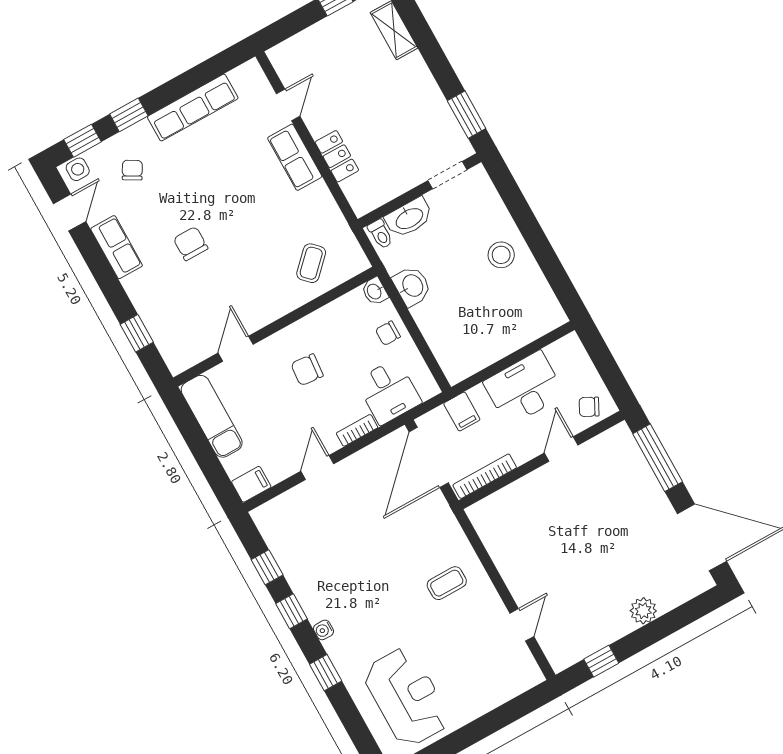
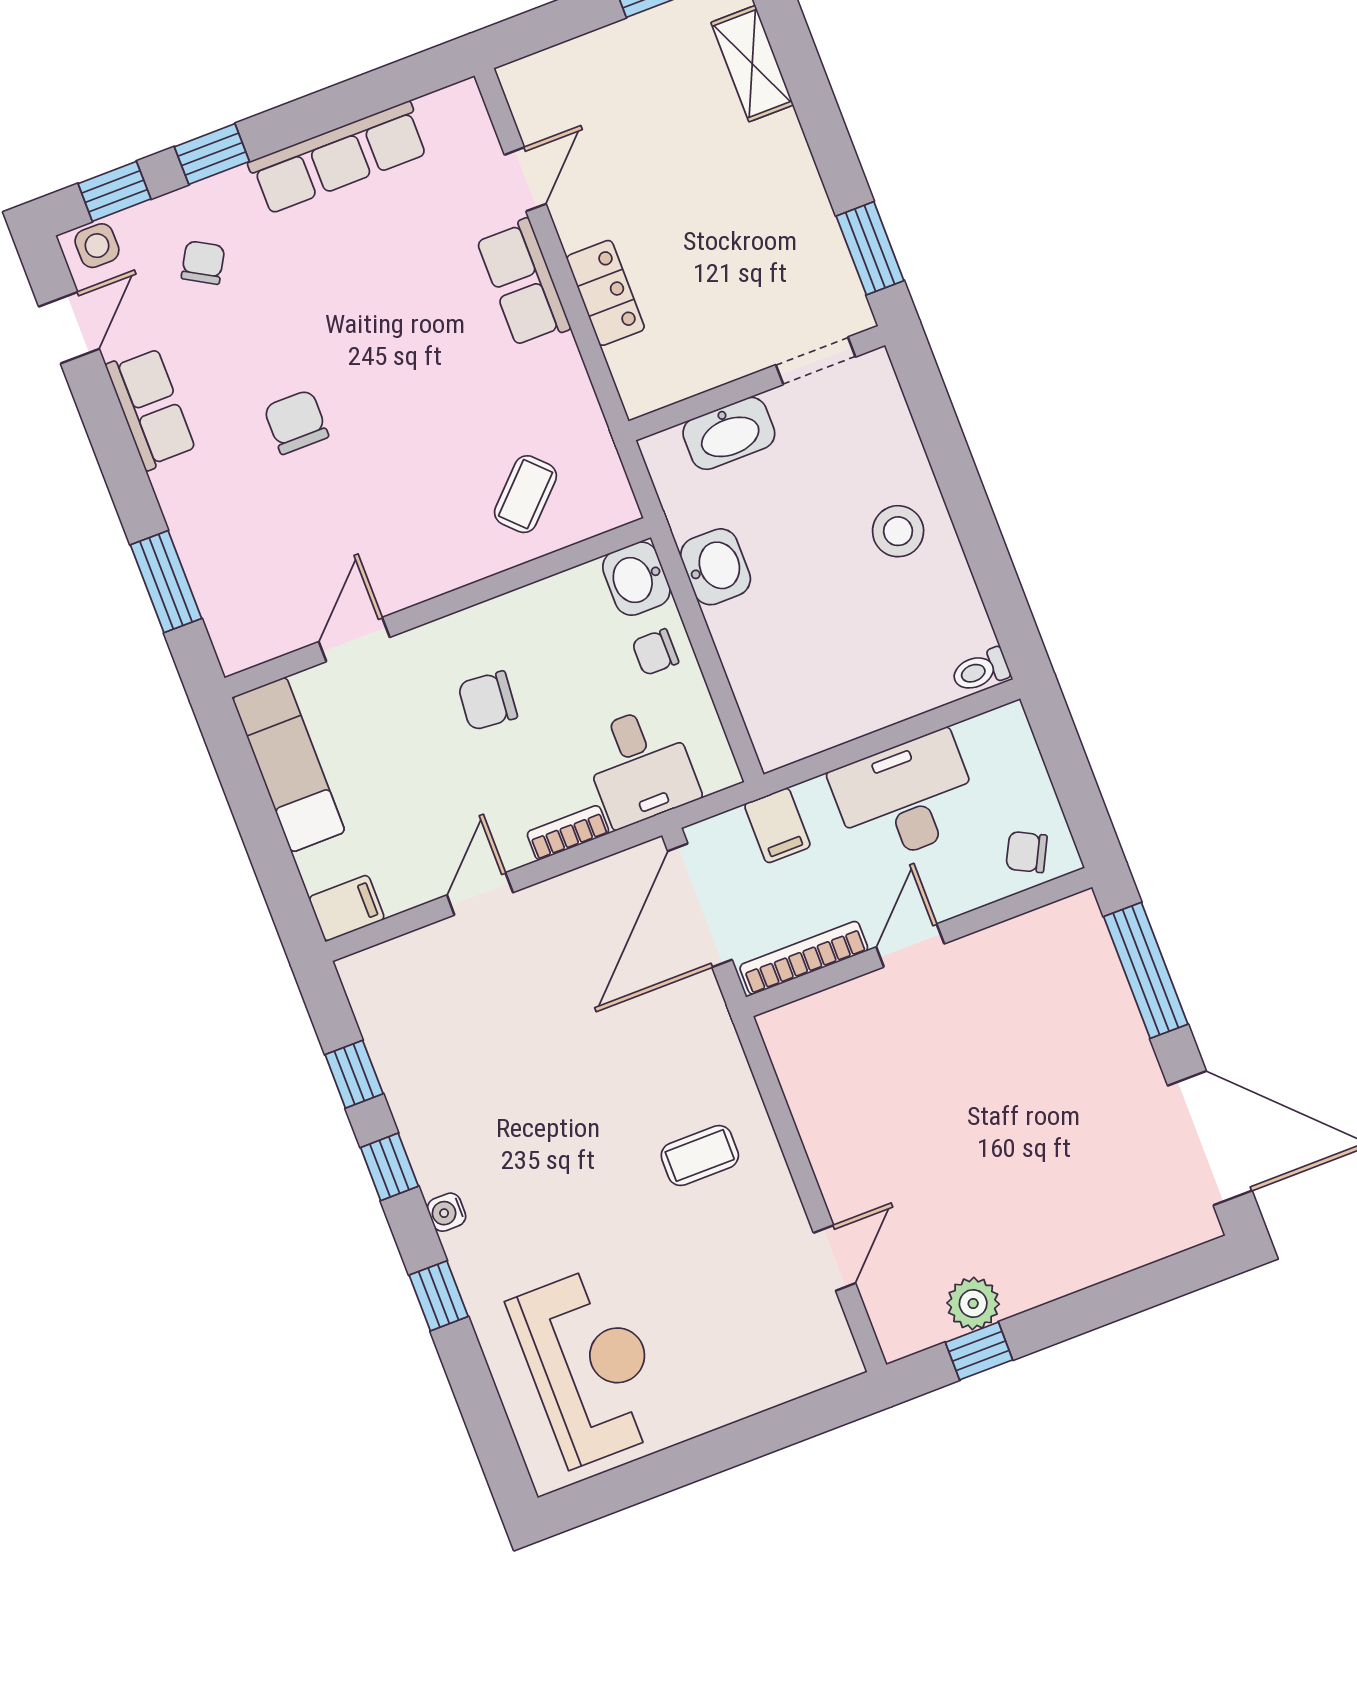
toilet: (380, 234) -> (980, 670), moved, turned 90
washbasin: (375, 291) -> (636, 579), width x1.38, depth x1.45
window: (137, 333) -> (166, 582), width x1.50
door: (561, 449) -> (910, 945), moved
plant: (643, 611) -> (973, 1303), moved

